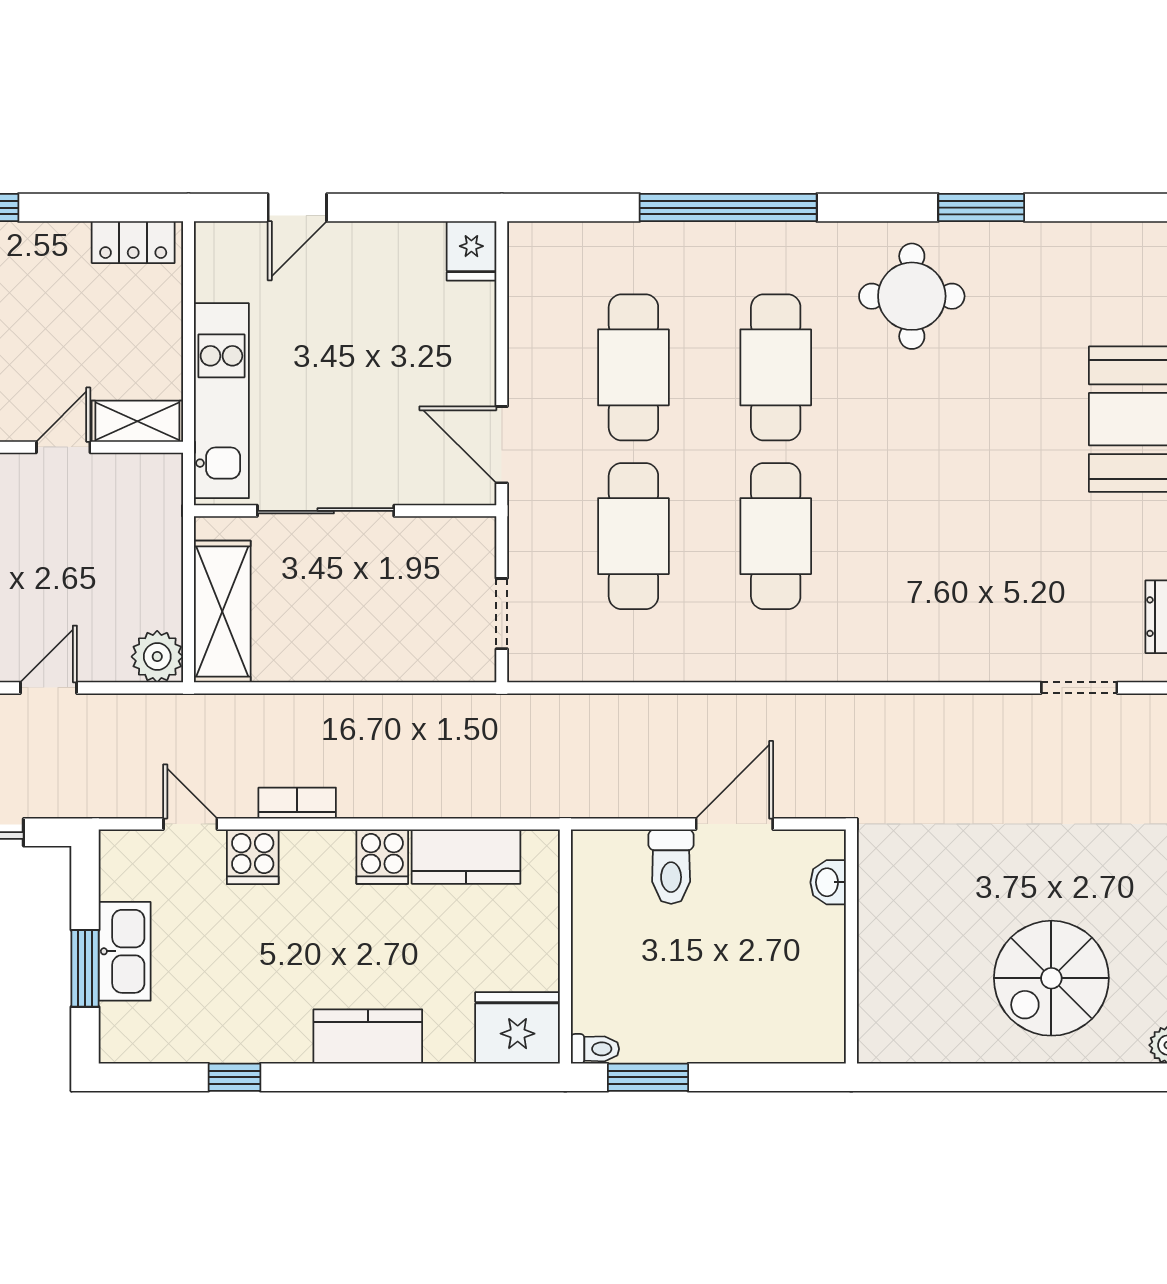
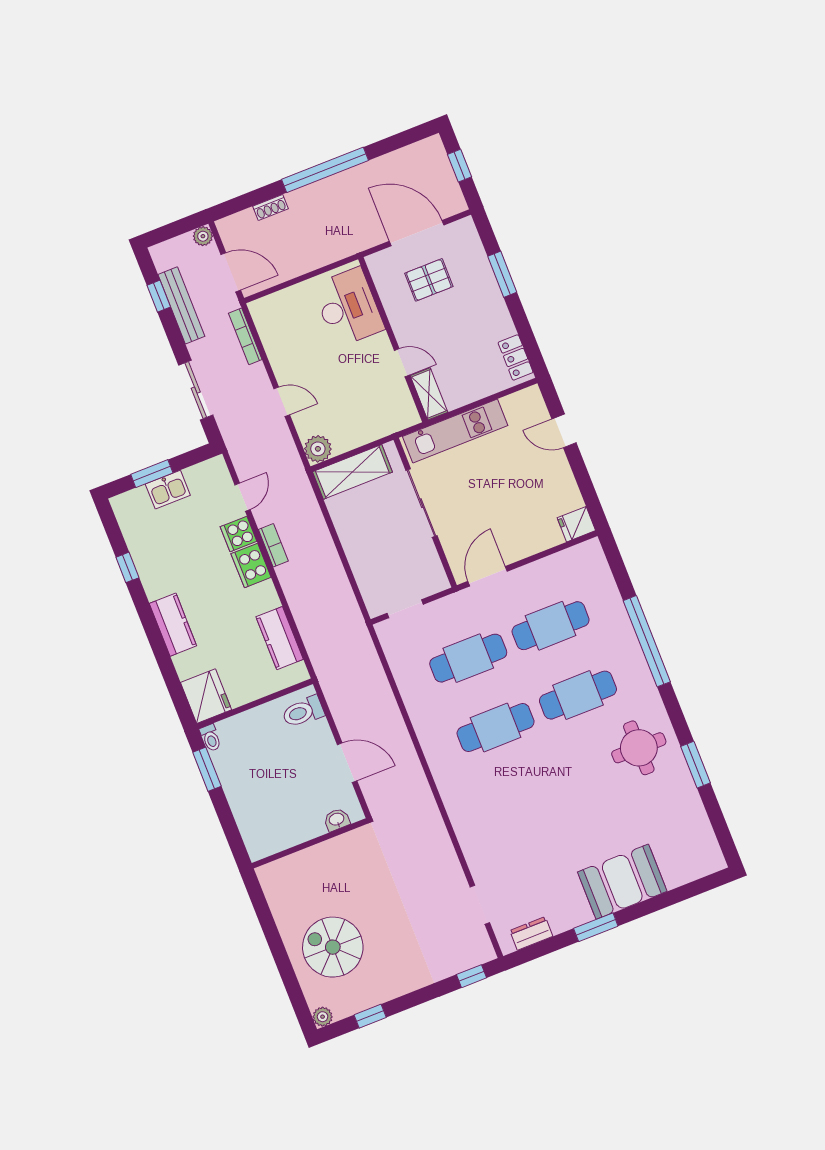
cooker: (382, 857) -> (251, 566), moved, width x1.36
toilet: (671, 867) -> (303, 712), moved
kitchen sink: (125, 951) -> (168, 490), width x0.73

